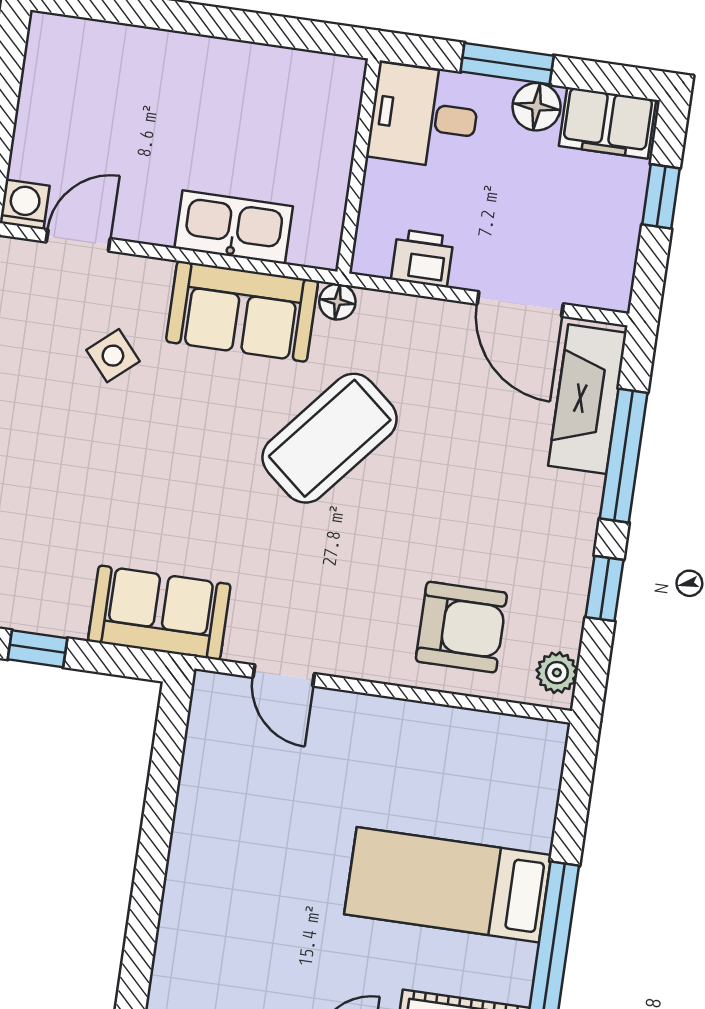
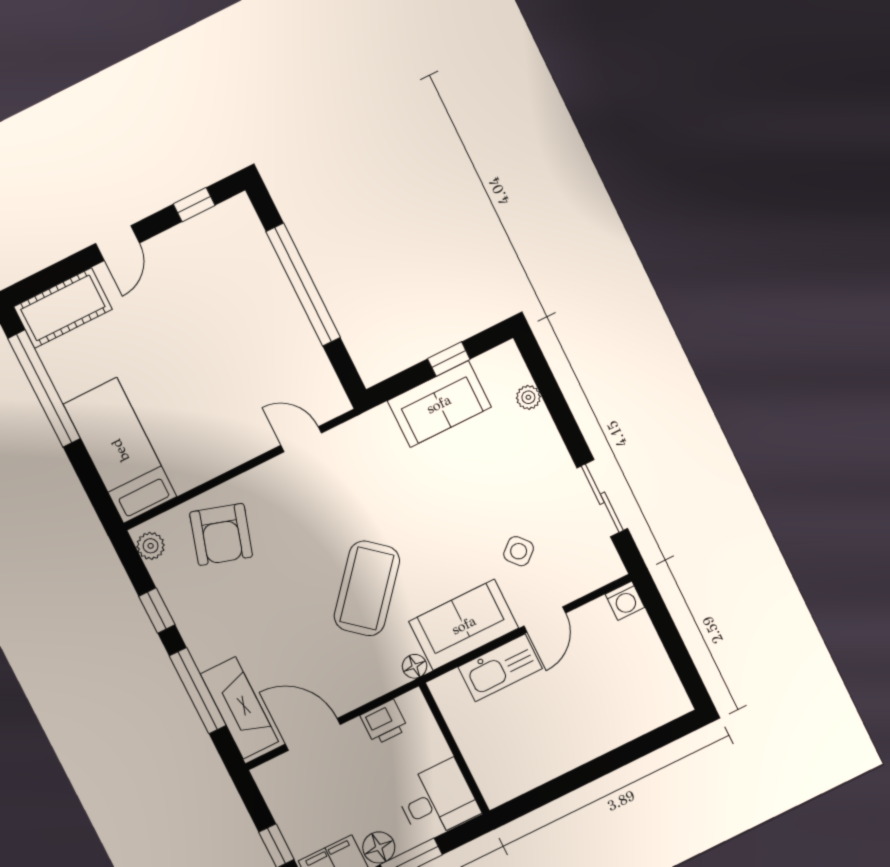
door: (78, 240) -> (545, 620), moved
sofa: (159, 613) -> (439, 404), moved
armchair: (461, 627) -> (221, 534), turned -73
window: (152, 860) -> (303, 285), added
bed: (448, 885) -> (120, 450), moved, turned -90

